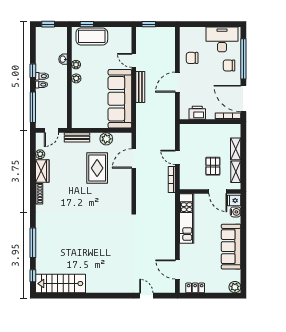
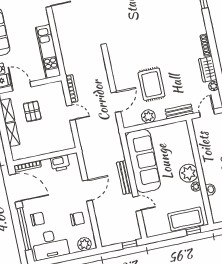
plant: (190, 33) -> (84, 244), added
plant: (76, 78) -> (189, 173), width x1.87, depth x1.87

